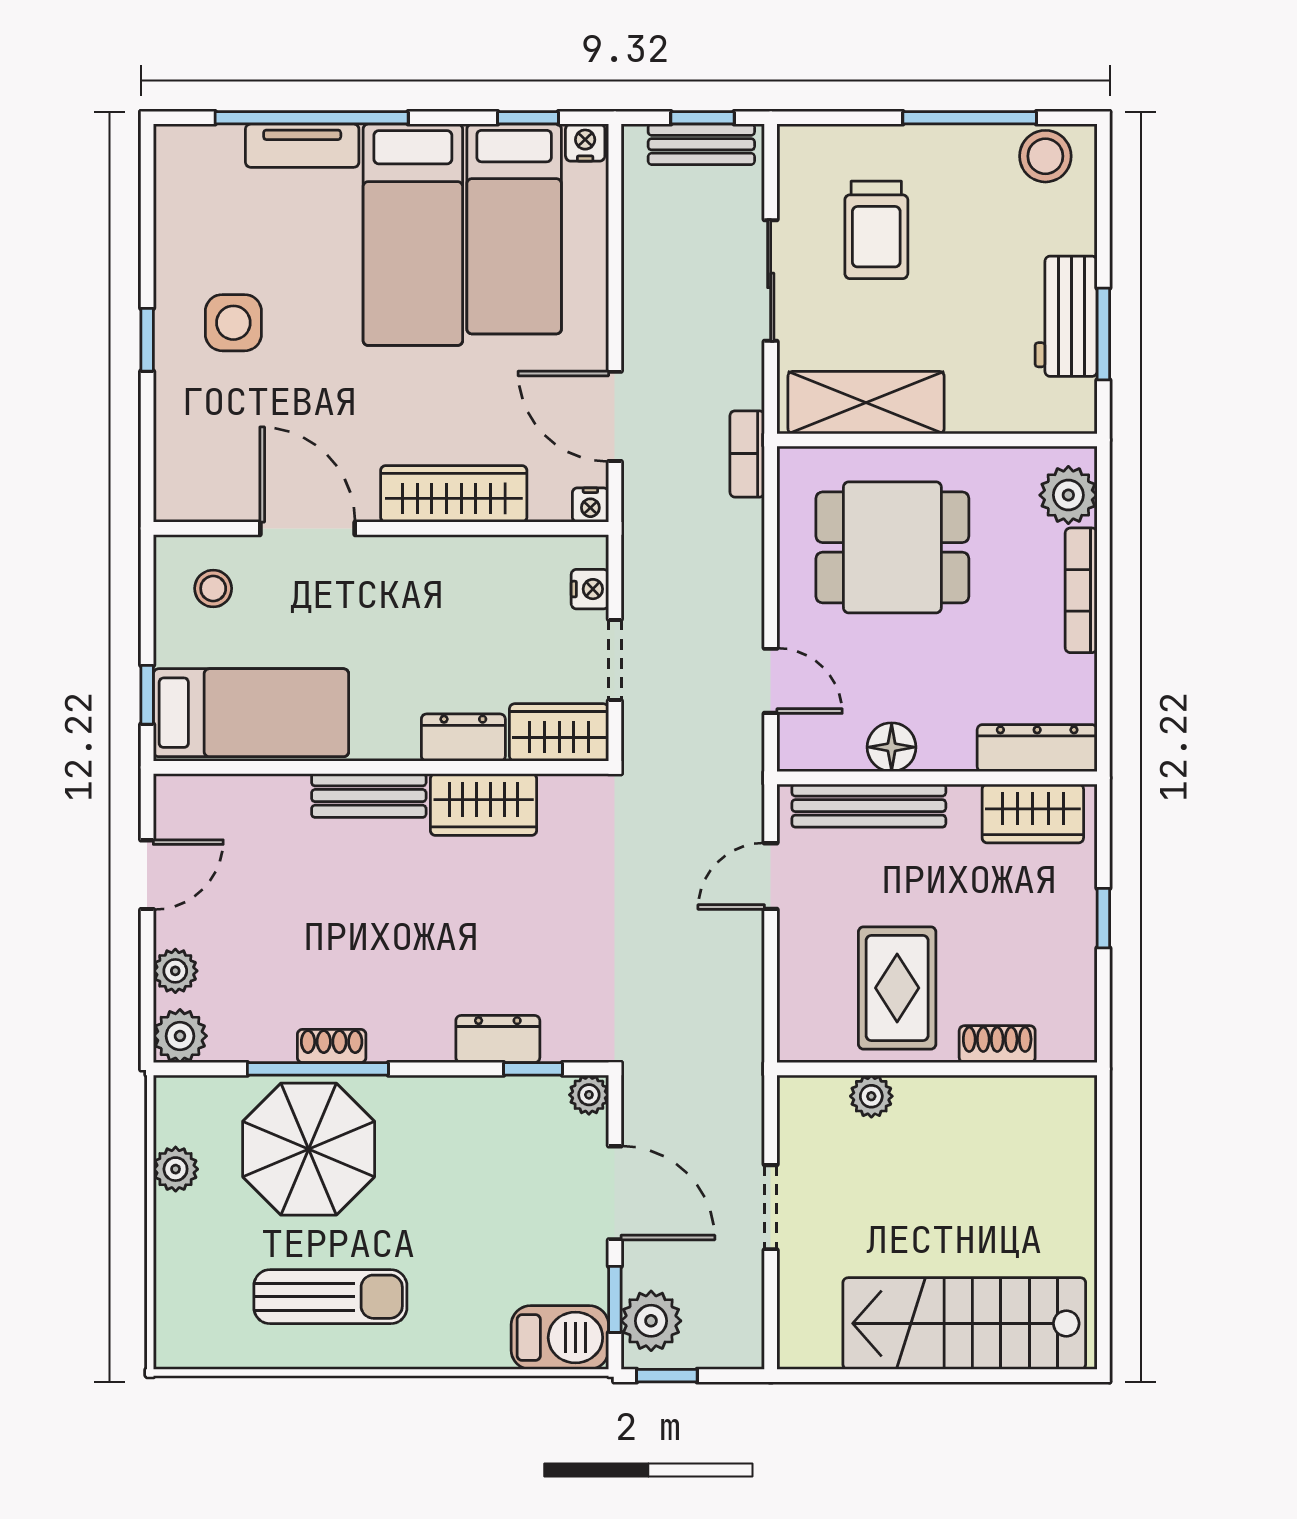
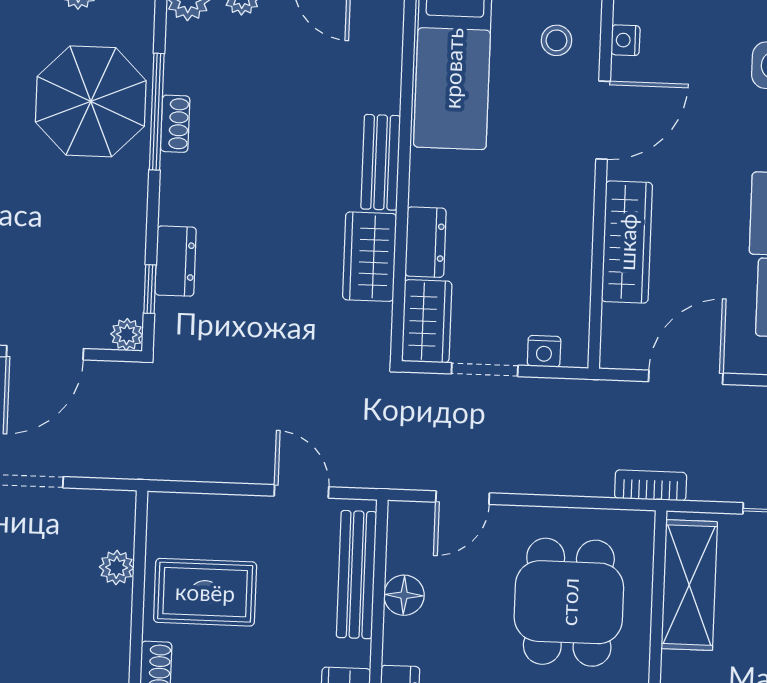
nightstand: (590, 505) -> (625, 40), moved

